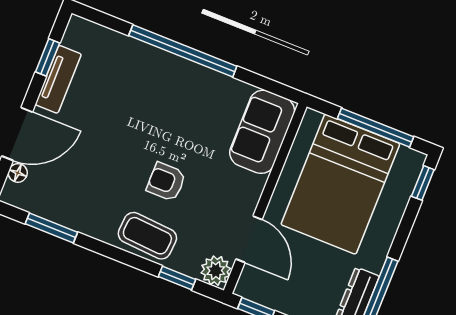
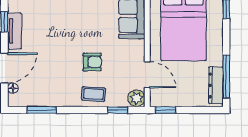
armchair: (166, 182) -> (92, 62), turned 180
coffee table: (147, 236) -> (94, 94), width x0.73, depth x0.77

